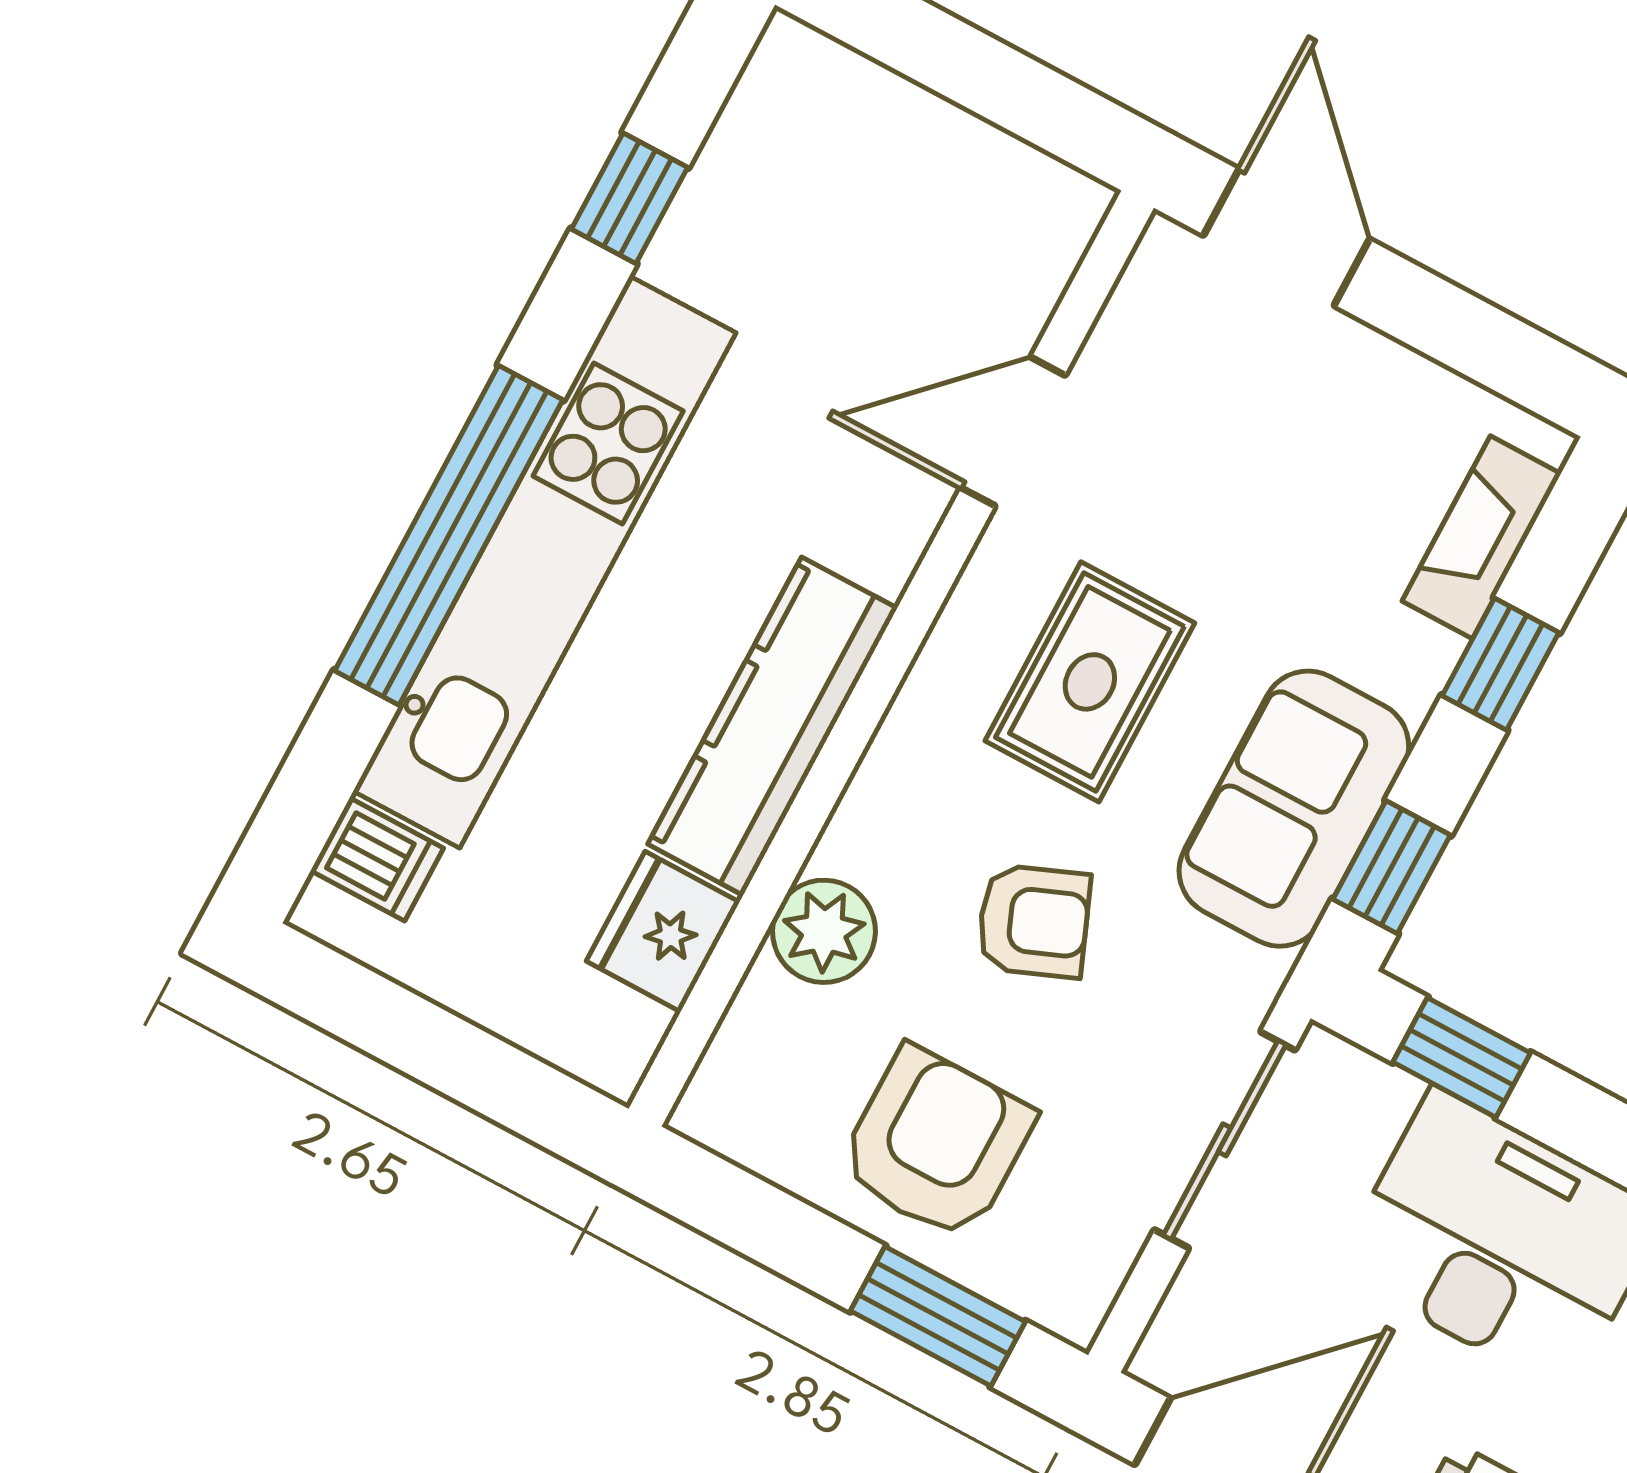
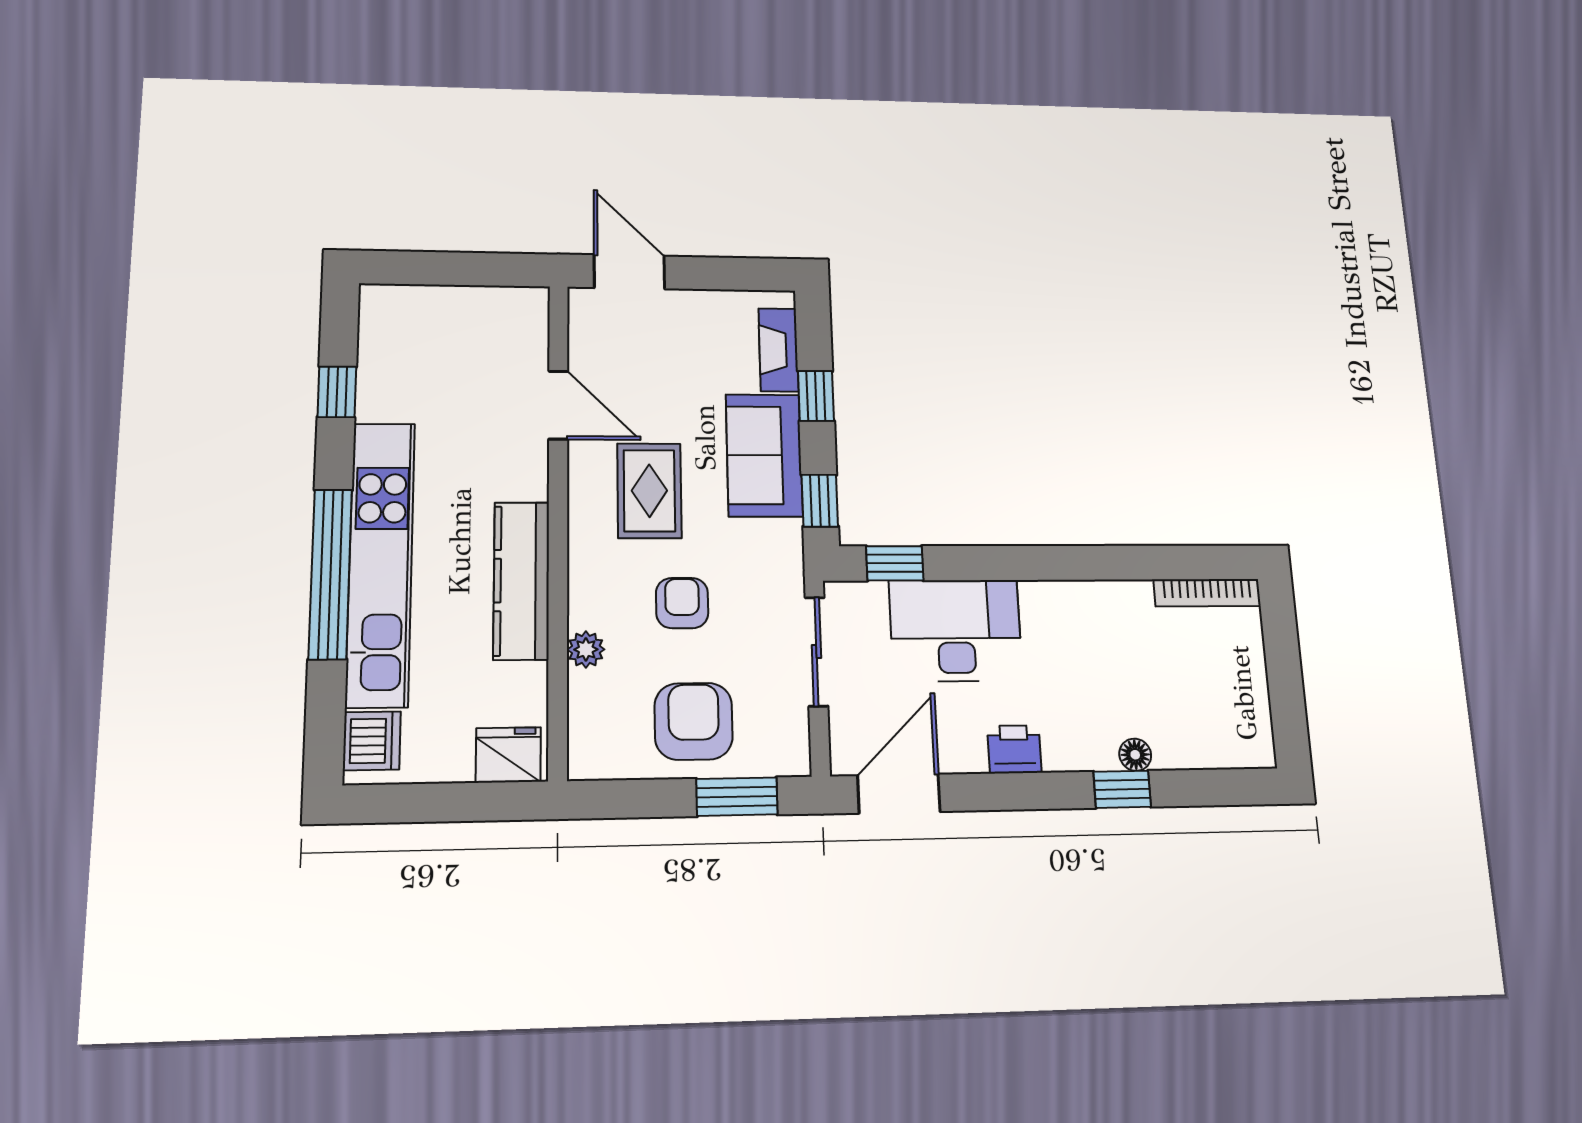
door: (1013, 431) -> (558, 405), swing flipped
sofa: (1294, 809) -> (764, 455), moved
dishwasher: (377, 859) -> (372, 741), width x1.38
armchair: (1034, 921) -> (682, 603), turned -68
plant: (824, 931) -> (586, 649), width x0.73, depth x0.73
fridge: (663, 932) -> (508, 755), moved, turned 90

